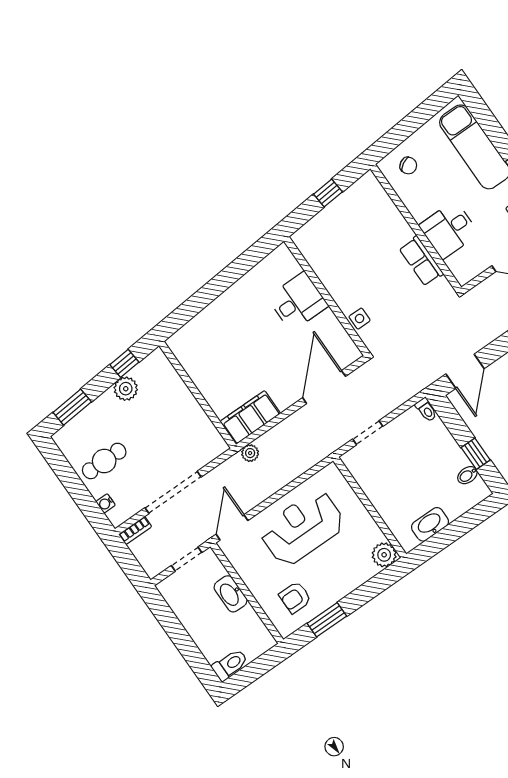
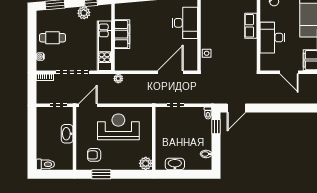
desk: (449, 230) -> (272, 38), width x1.37
row of seats: (421, 261) -> (251, 26), moved
desk: (298, 301) -> (185, 23), width x1.37
kitchen unit: (193, 417) -> (104, 46), added
filing cabinet: (250, 417) -> (122, 34), moved, turned 90
window: (476, 454) -> (216, 127), moved

